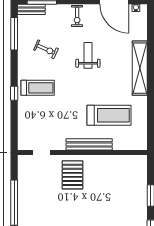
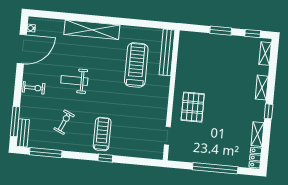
bench: (89, 144) -> (167, 52), moved
pallet: (73, 175) -> (193, 107), turned 90

